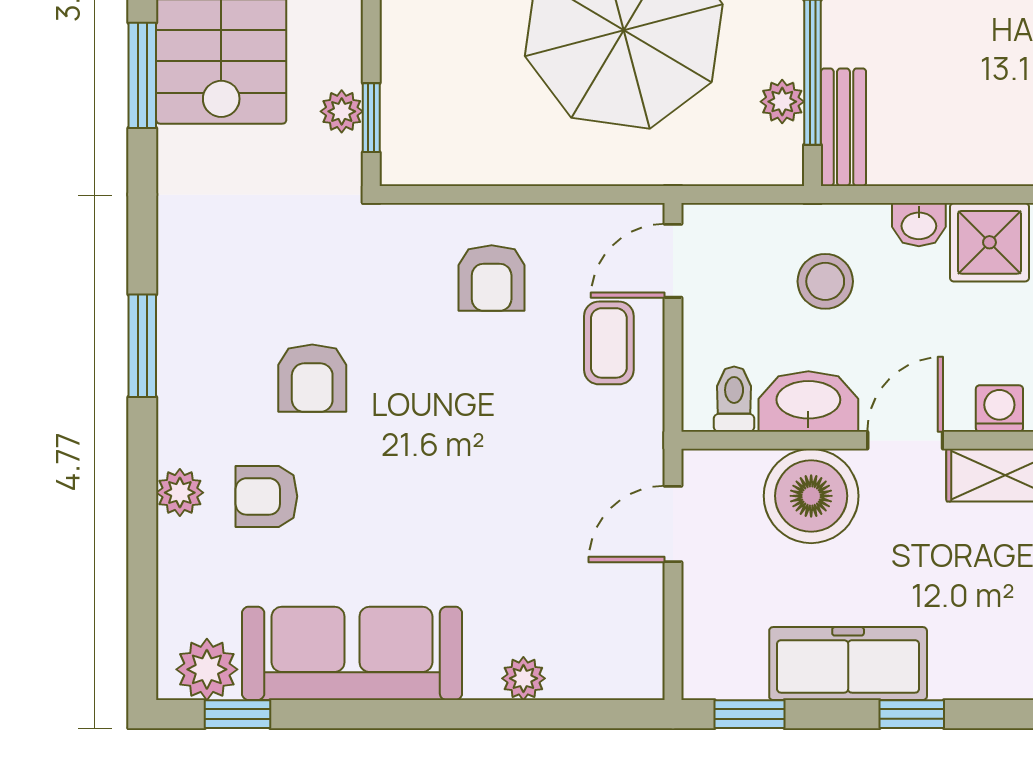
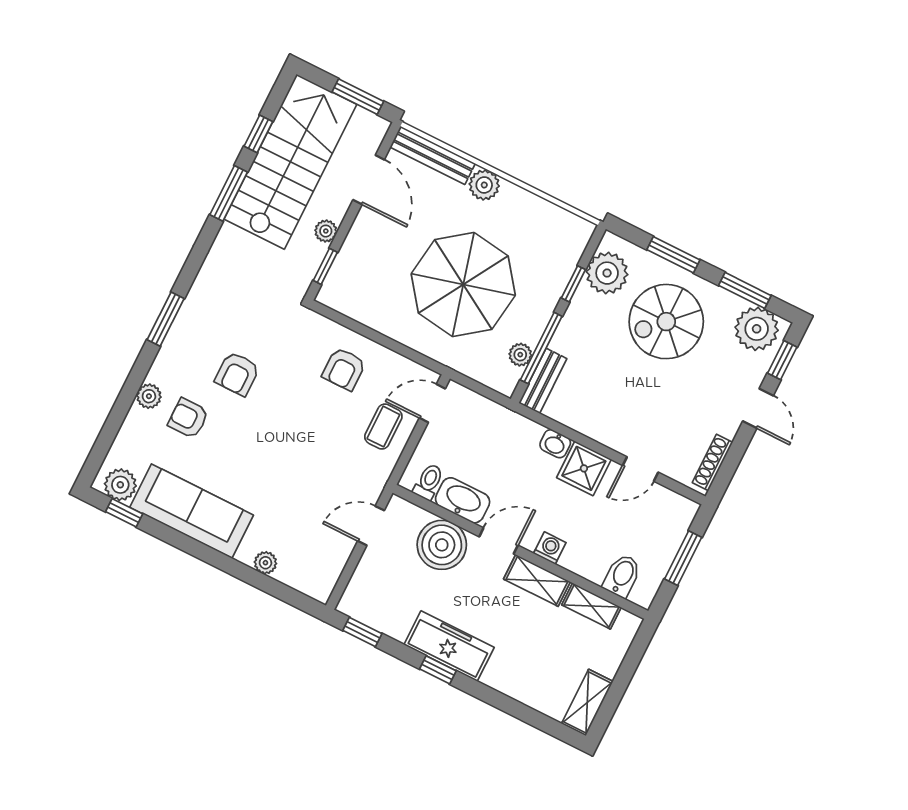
plant: (342, 111) -> (326, 231), moved
stool: (825, 281) -> (498, 448), removed
freezer: (848, 664) -> (449, 646), moved

